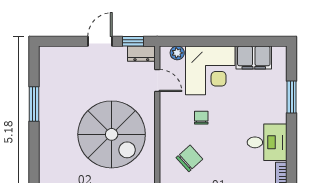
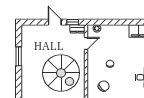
door: (100, 41) -> (55, 22), hinge flipped
corner desk: (210, 70) -> (115, 38), removed
door: (157, 81) -> (86, 44), hinge flipped

